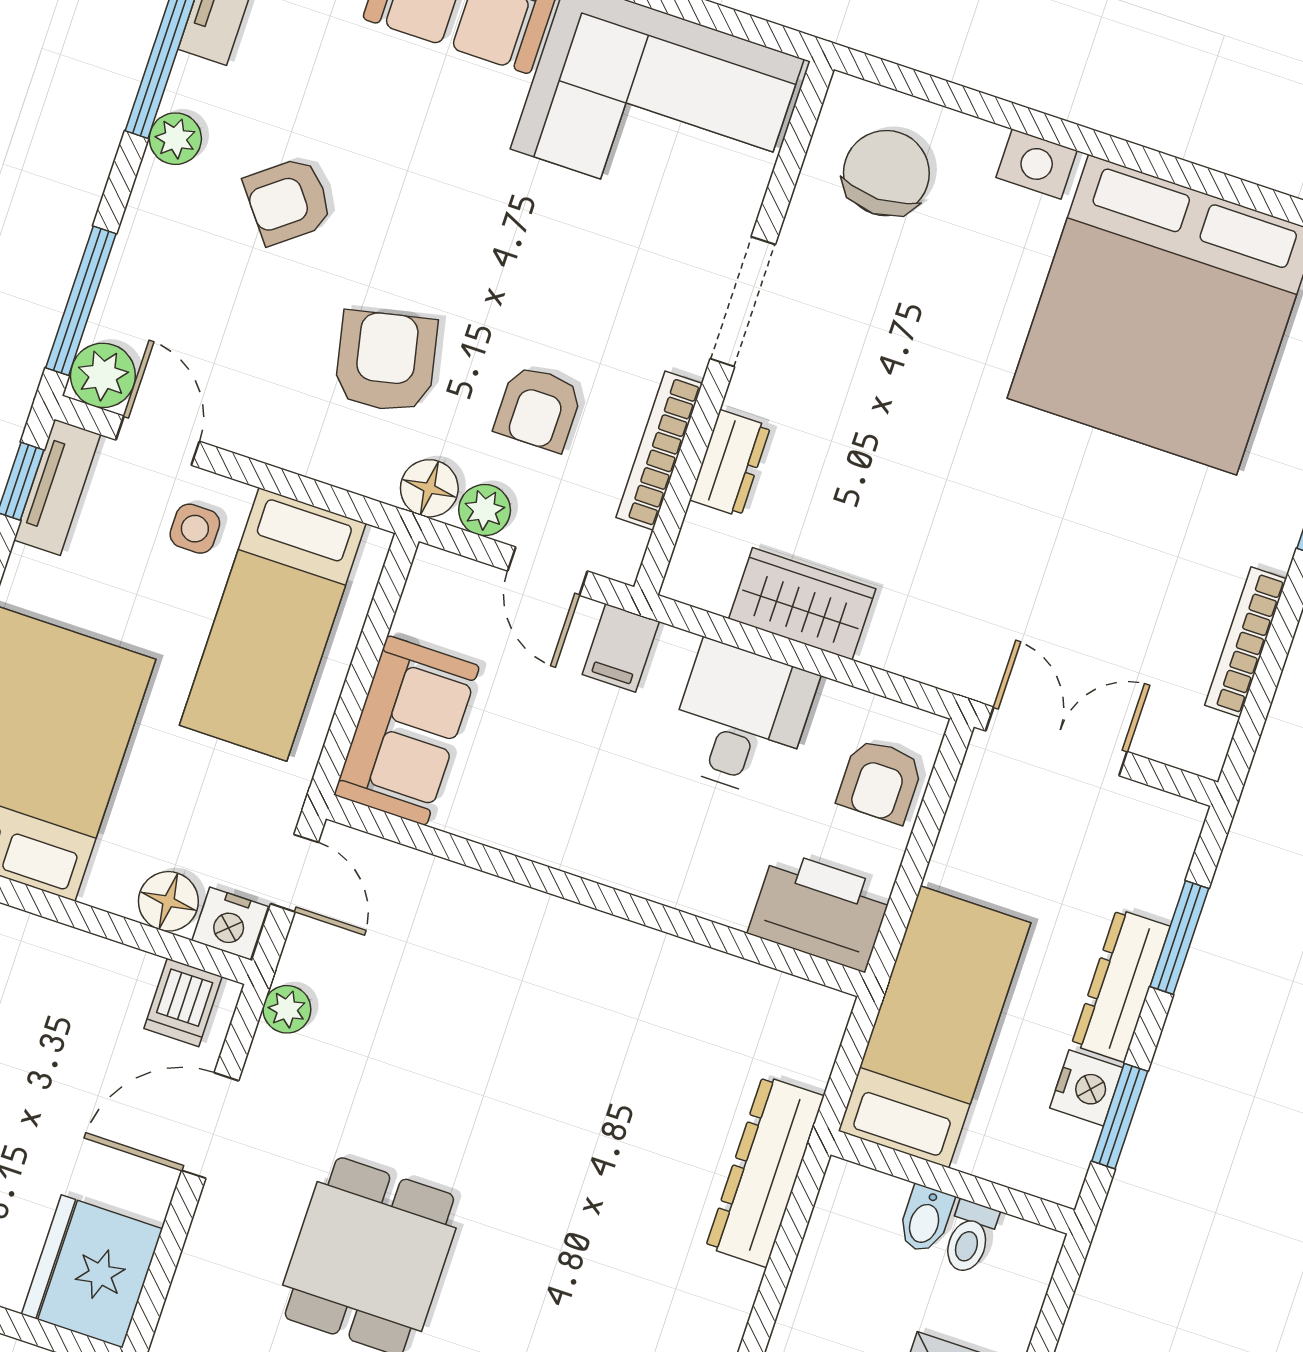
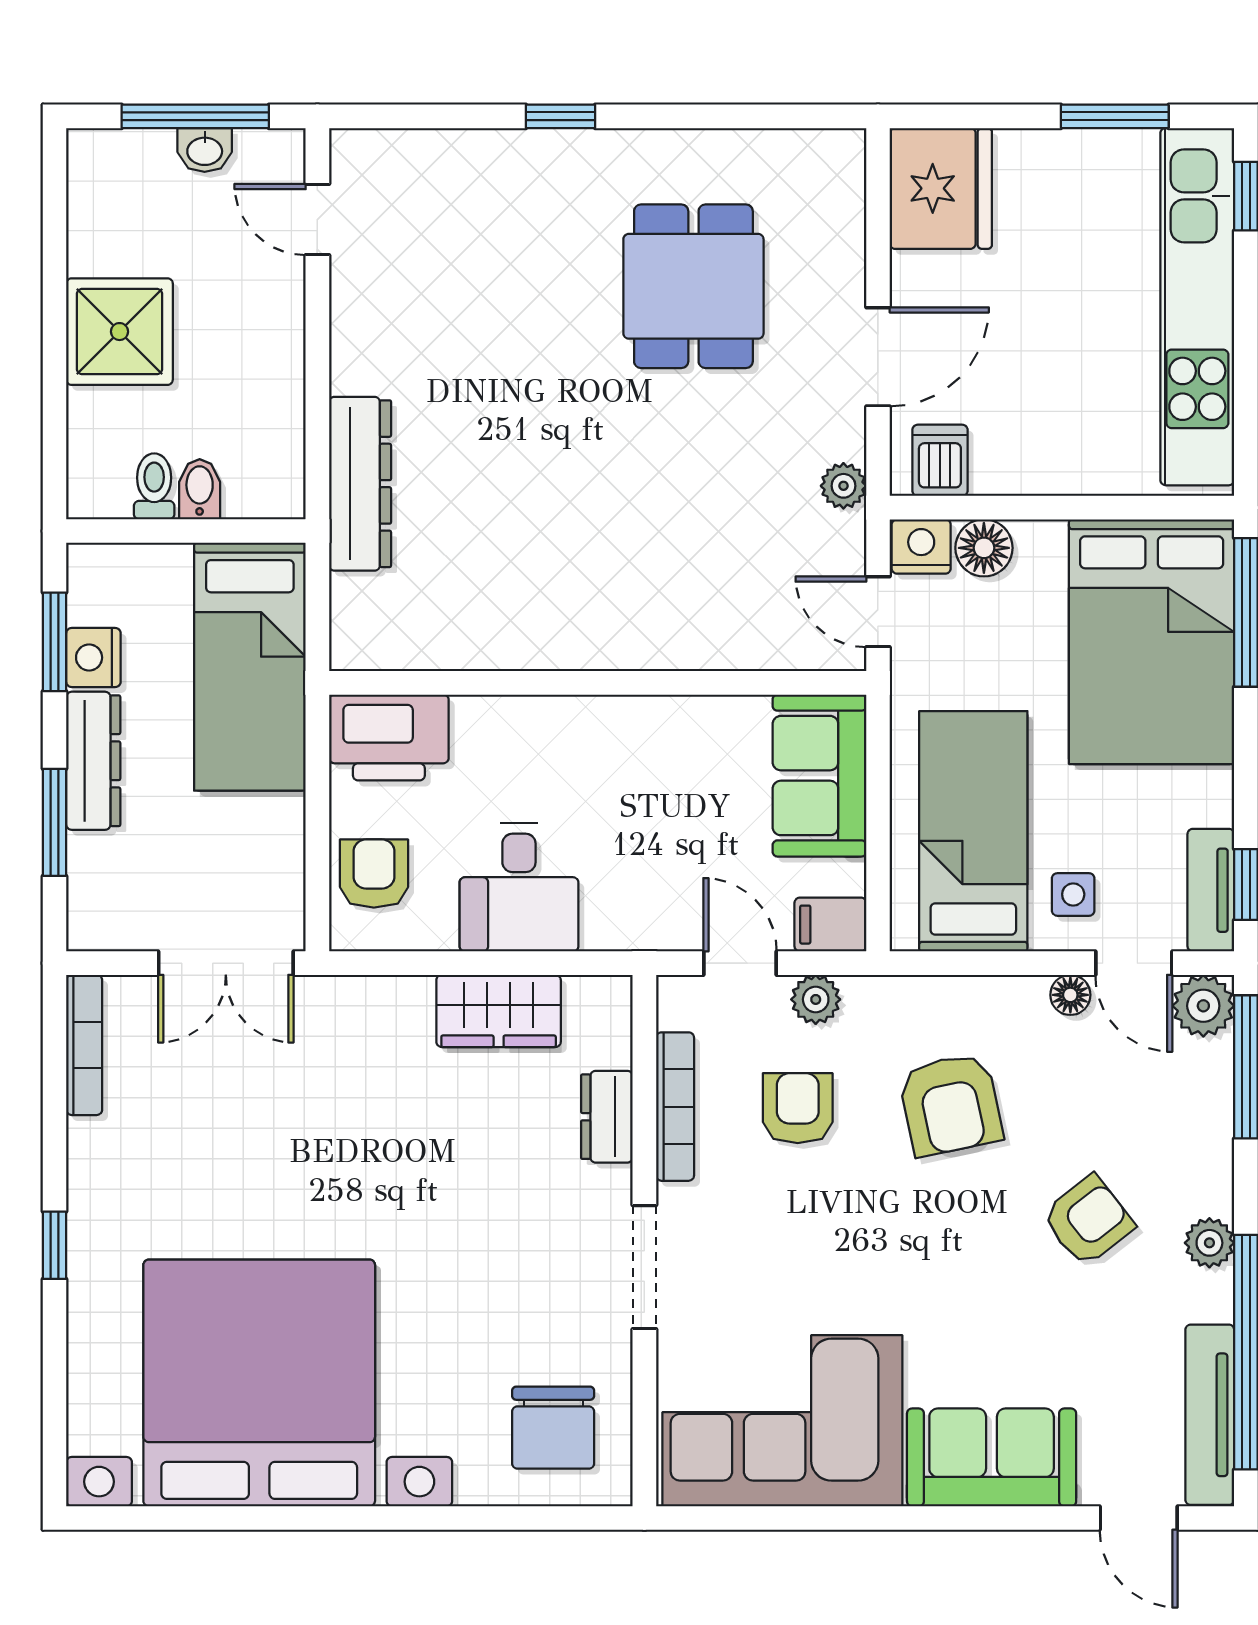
floor lamp: (429, 488) -> (1070, 995), moved, width x0.73, depth x0.73
bookcase: (1246, 642) -> (84, 1045), moved
filing cabinet: (621, 648) -> (830, 925), moved, turned -90

